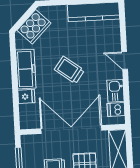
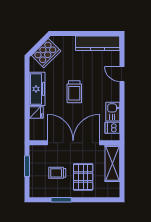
door: (125, 61) -> (122, 74), moved
trolley: (69, 70) -> (74, 92), turned -127

